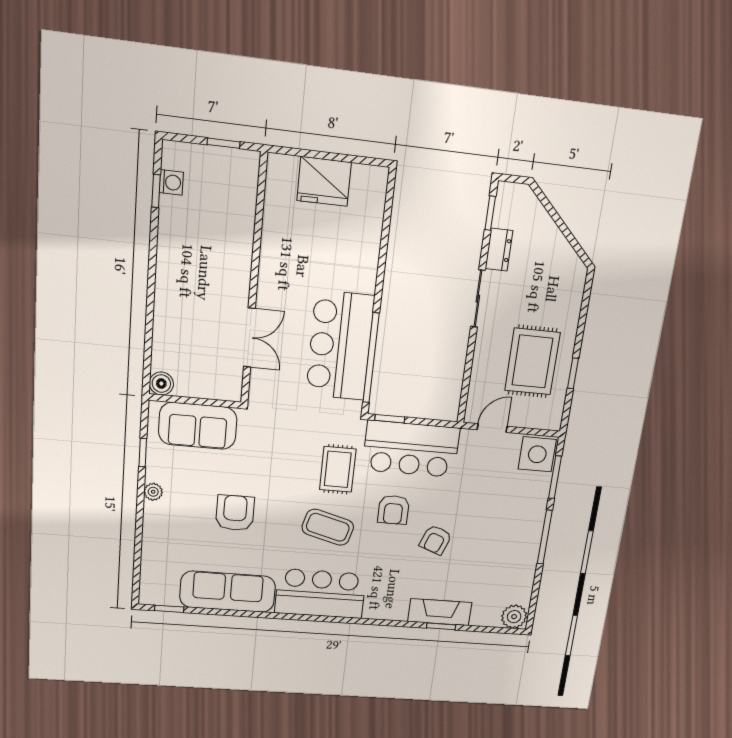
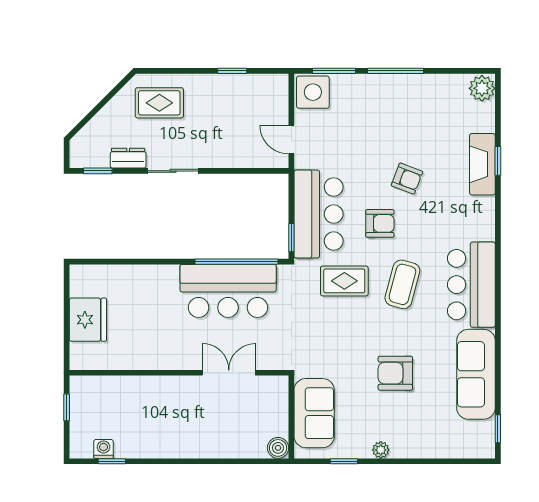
rug: (532, 362) -> (159, 103), moved, width x0.73, depth x0.70

